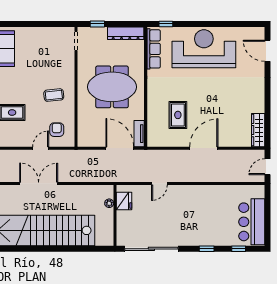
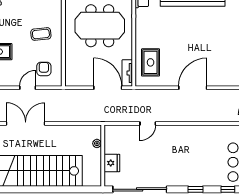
rug: (178, 115) -> (151, 62), moved
fridge: (124, 201) -> (112, 163), moved

